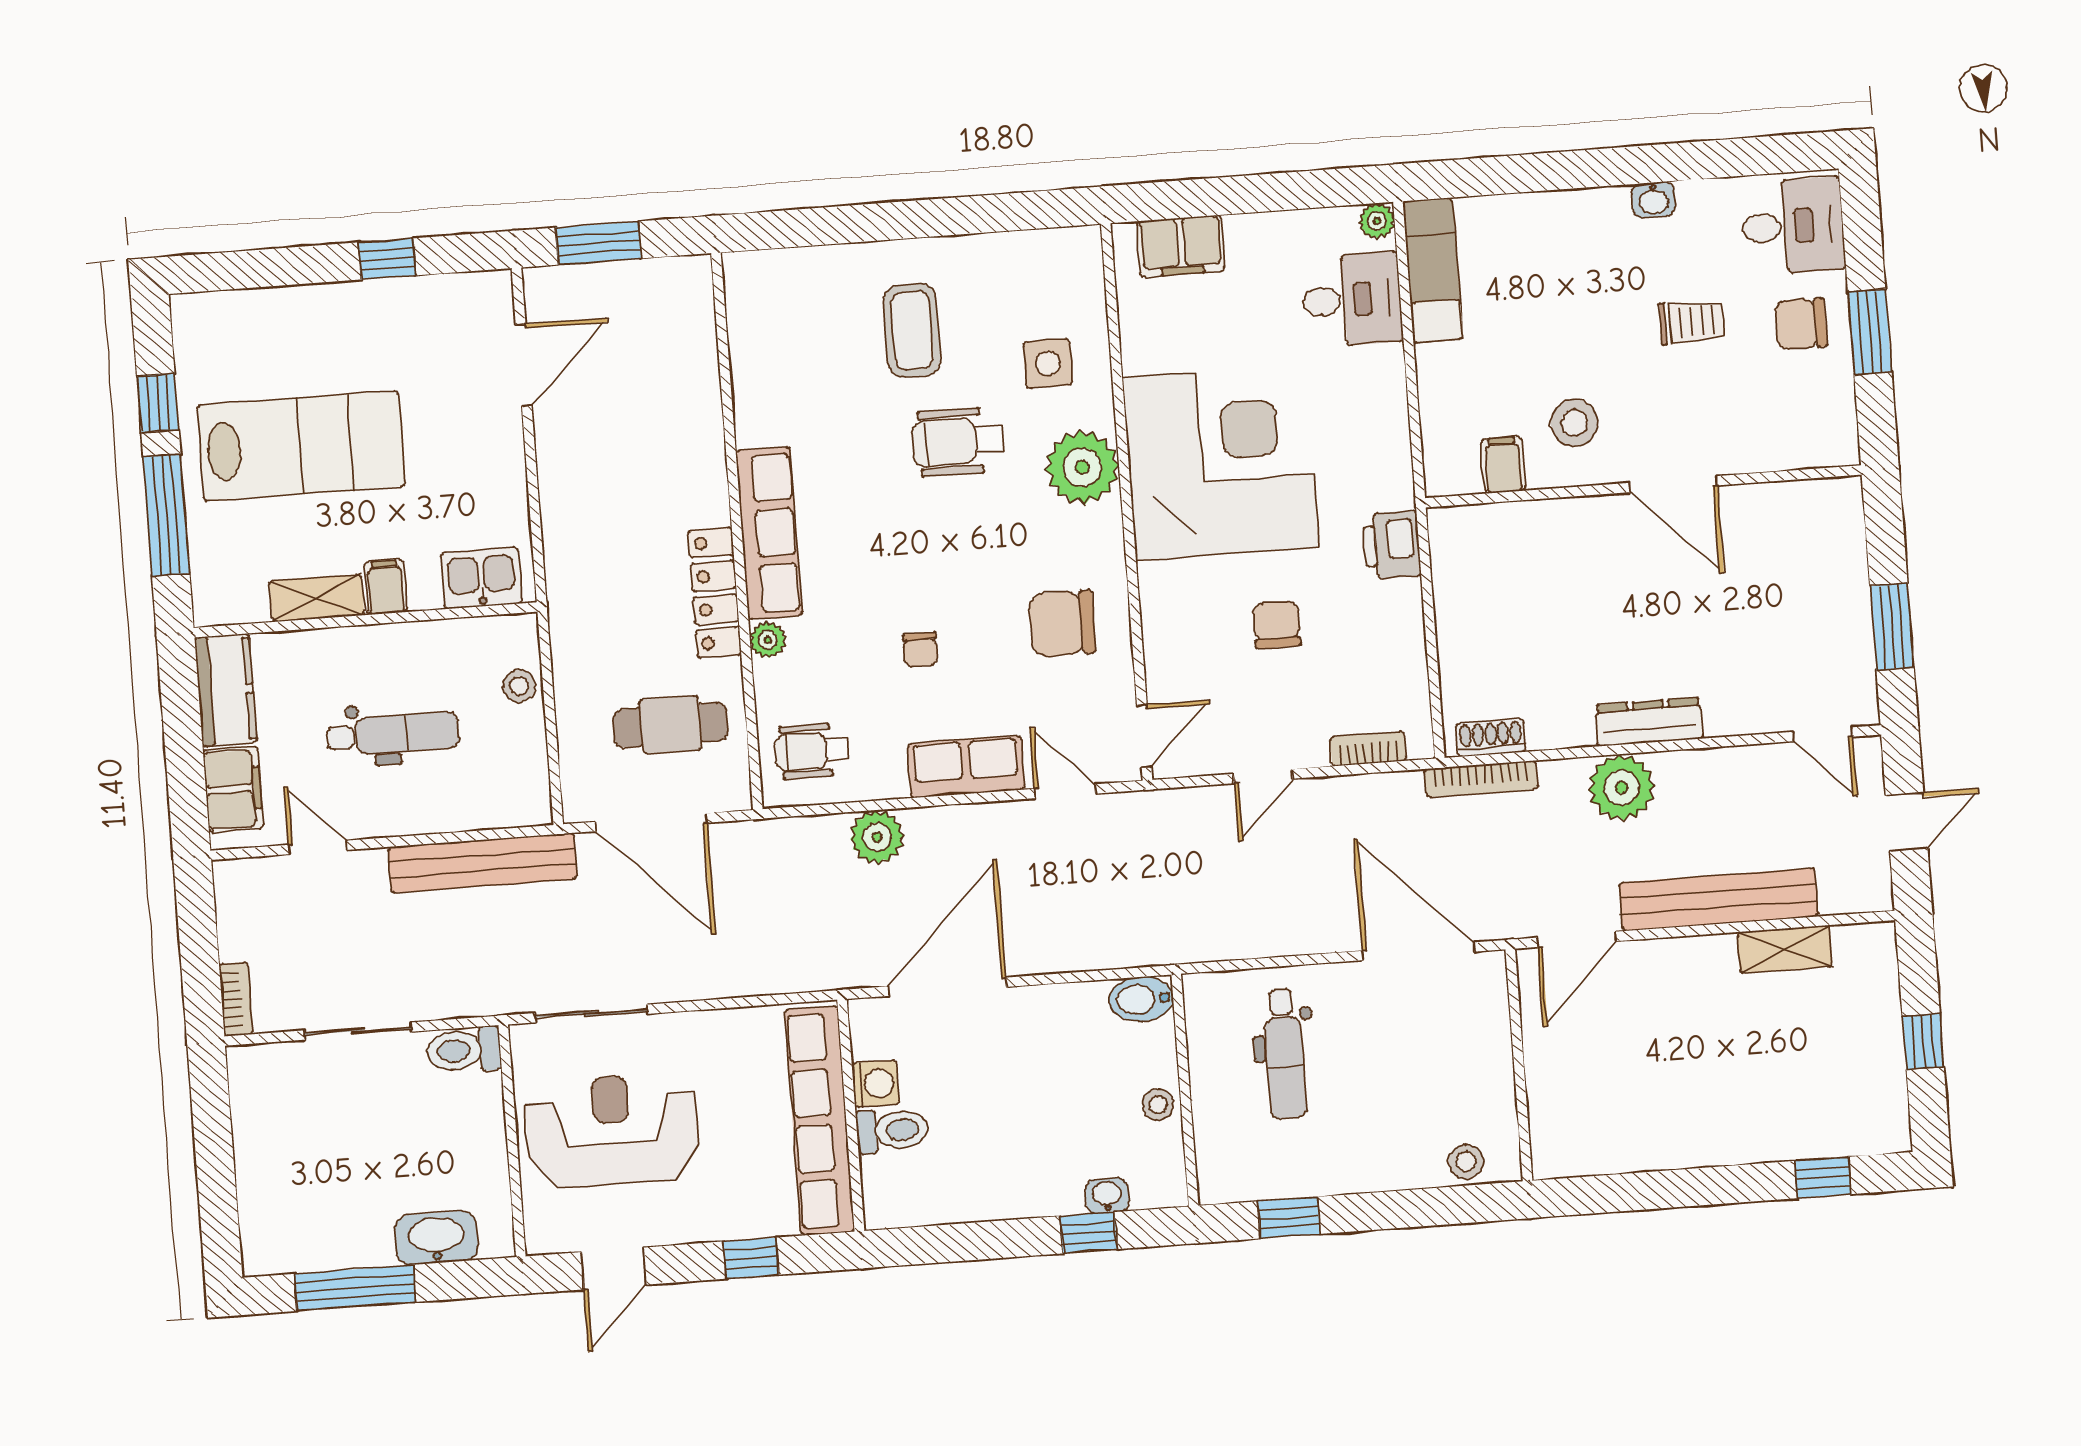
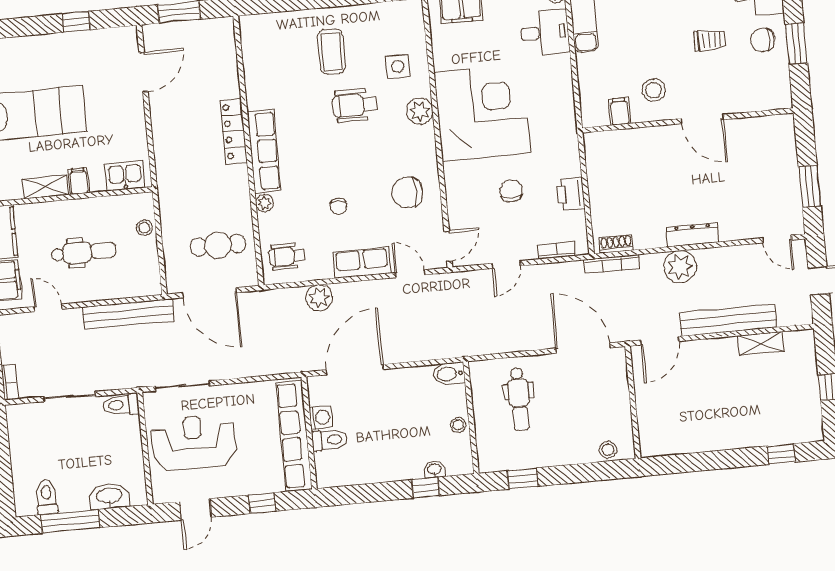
plant: (1082, 467) -> (420, 111), width x0.73, depth x0.73
printer: (1392, 545) -> (570, 194), moved
locker: (715, 593) -> (234, 131), moved
toilet: (307, 1238) -> (47, 497), added

